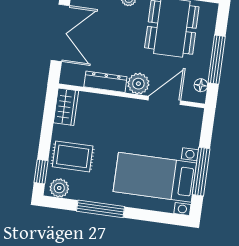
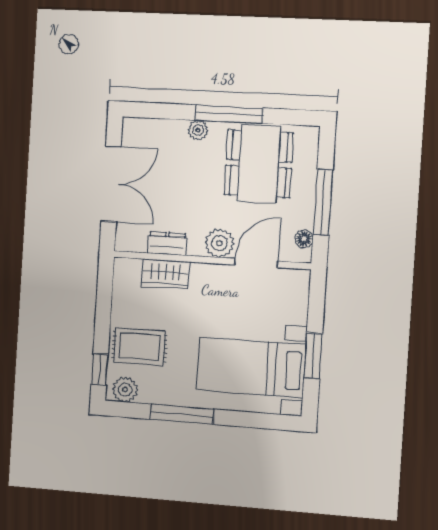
dresser: (105, 82) -> (167, 243), width x0.70
wardrobe: (66, 107) -> (165, 274), moved, turned 90
window: (201, 172) -> (313, 356), width x0.69

